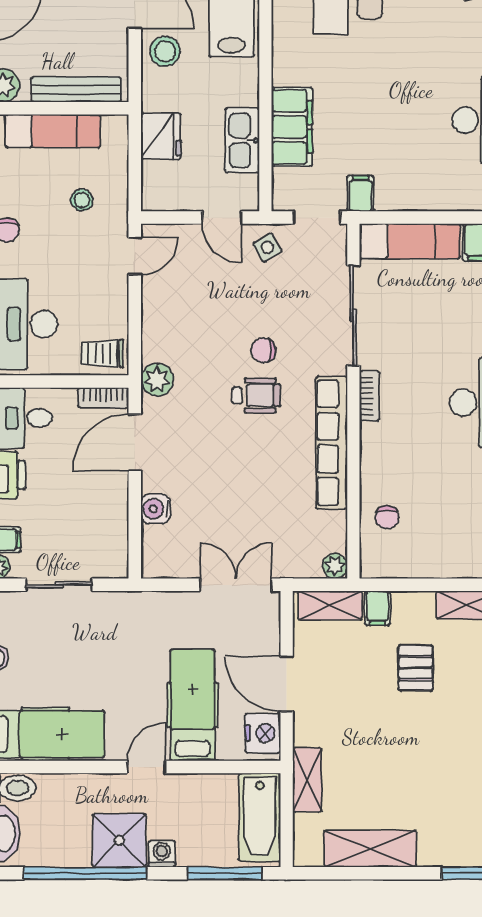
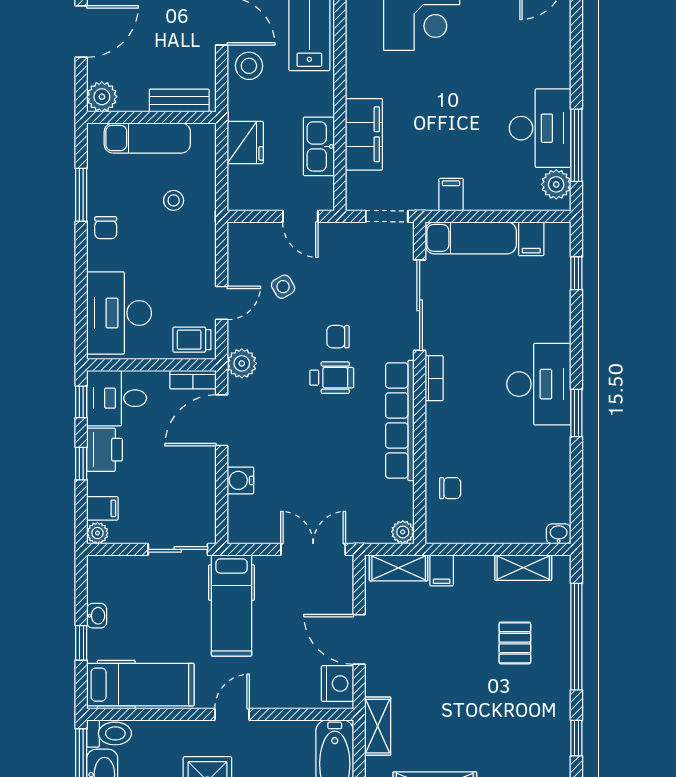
bench: (76, 90) -> (179, 100), width x0.73
filing cabinet: (361, 194) -> (451, 195), moved
side table: (267, 247) -> (283, 287), moved
door: (135, 256) -> (222, 303), moved
chair: (387, 517) -> (450, 488), turned -90
sliding door: (59, 585) -> (178, 549), moved
pallet: (416, 668) -> (515, 643), moved
hospital bed: (193, 705) -> (232, 605), moved, turned 180

